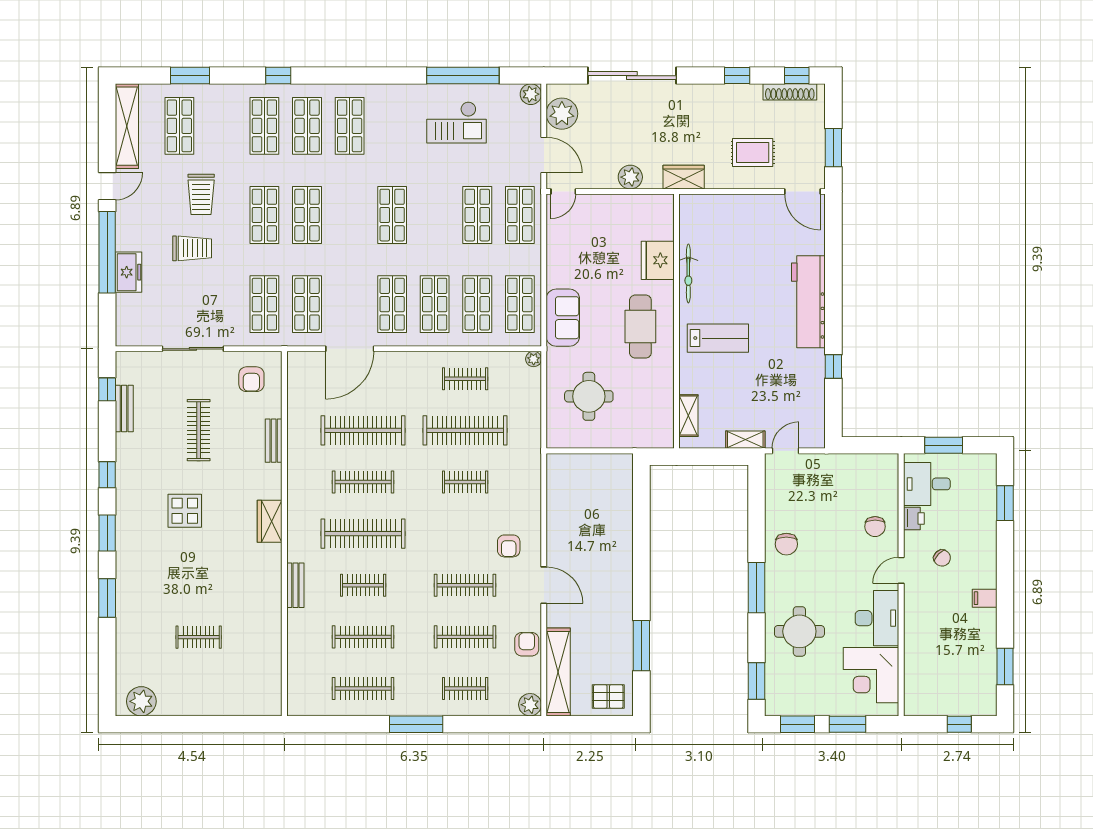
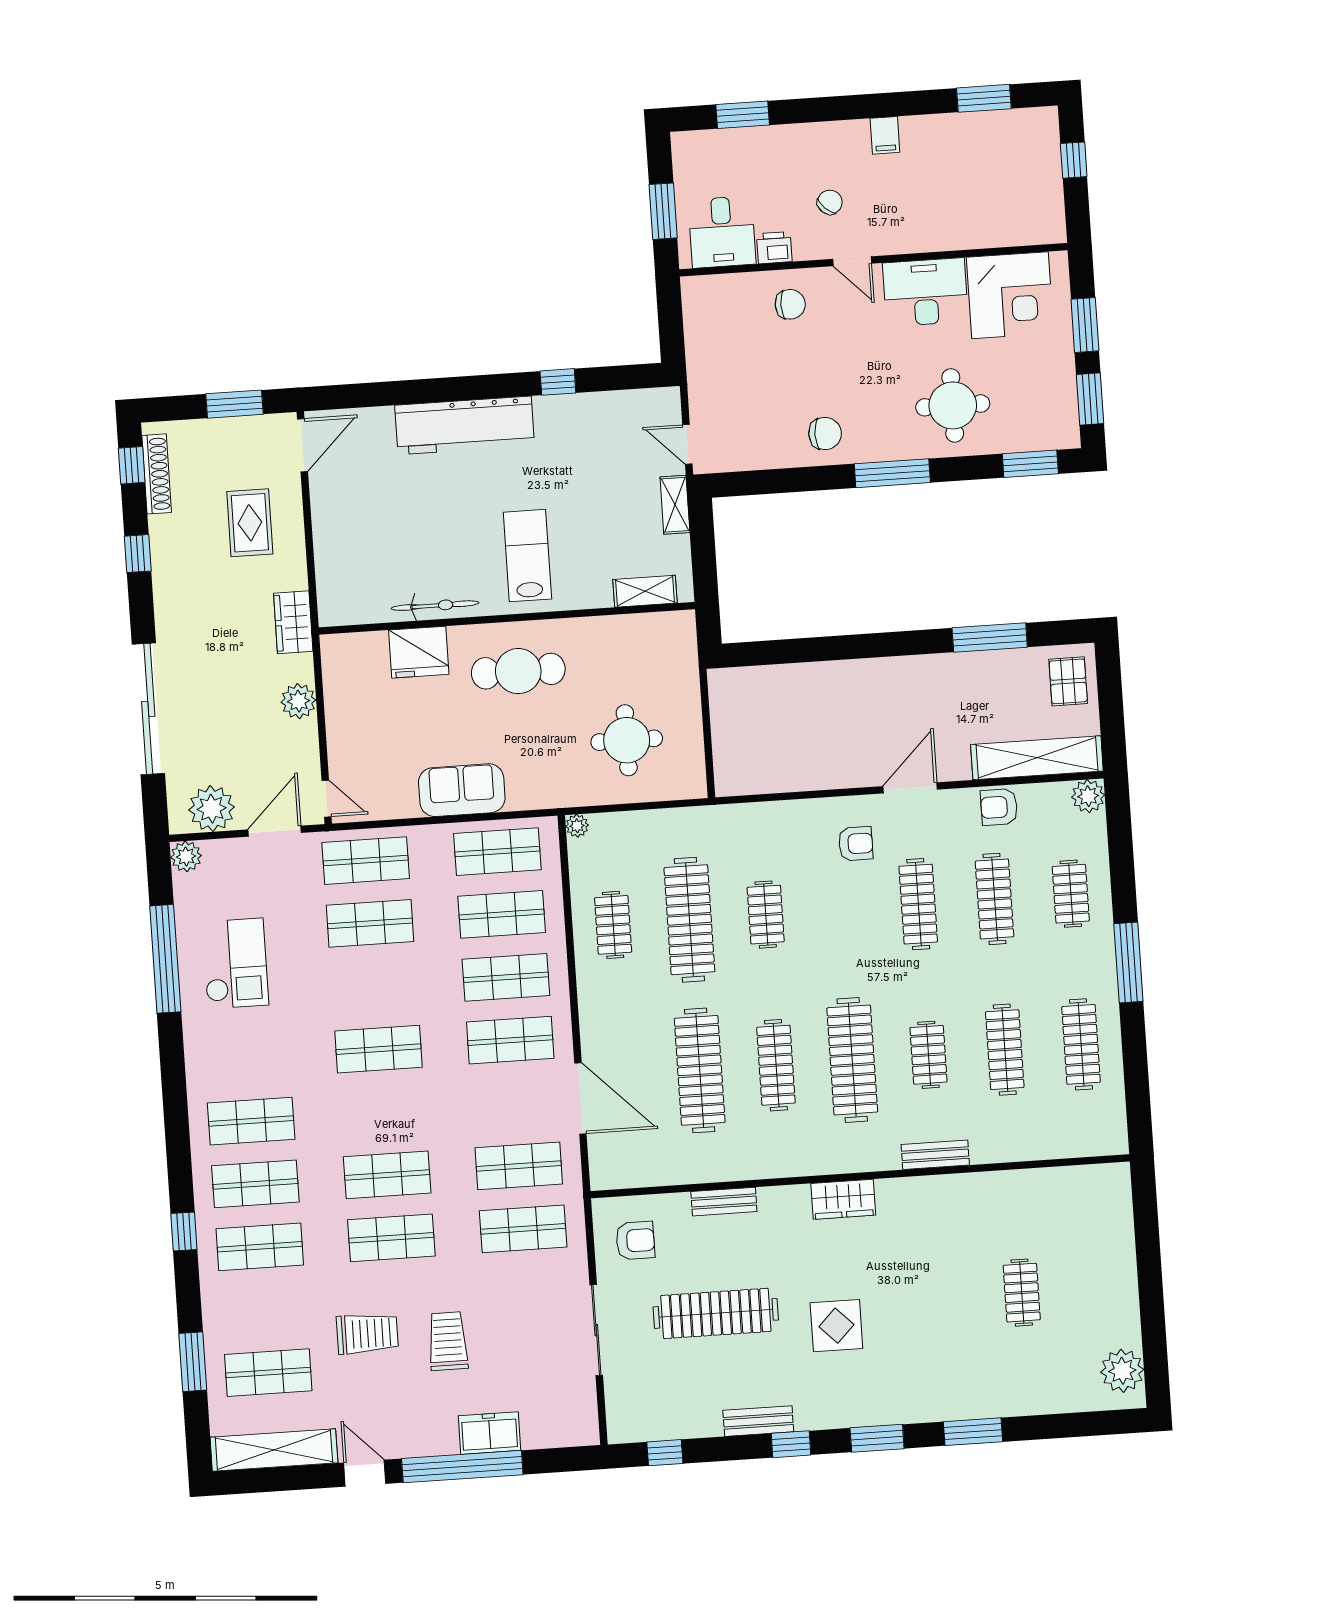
sofa: (563, 318) -> (462, 790), moved
bench: (124, 408) -> (758, 1421), moved
clothes rail: (199, 430) -> (716, 1313), width x1.37, depth x1.31

